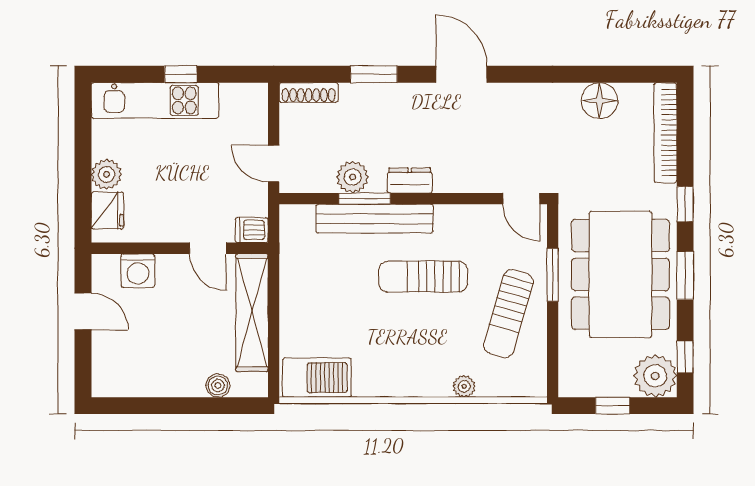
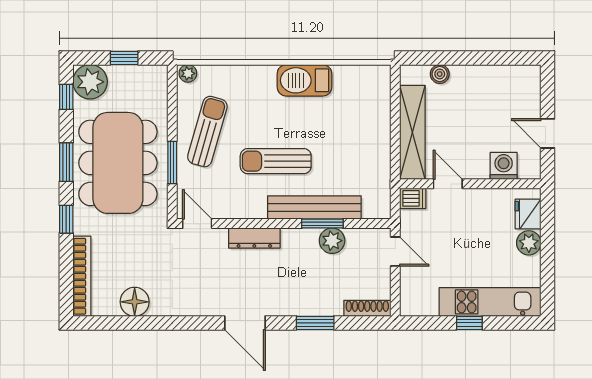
dresser: (410, 180) -> (254, 238), moved, width x1.44
sun lounger: (423, 277) -> (276, 161), turned 180
barbecue: (317, 378) -> (304, 80), moved
plant: (464, 386) -> (188, 73), moved

